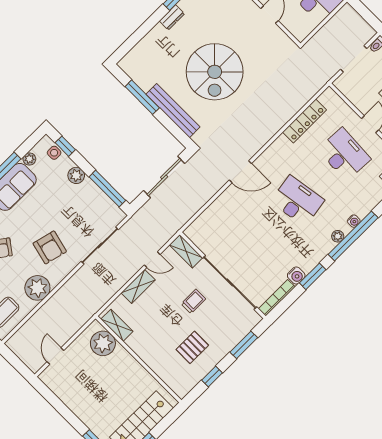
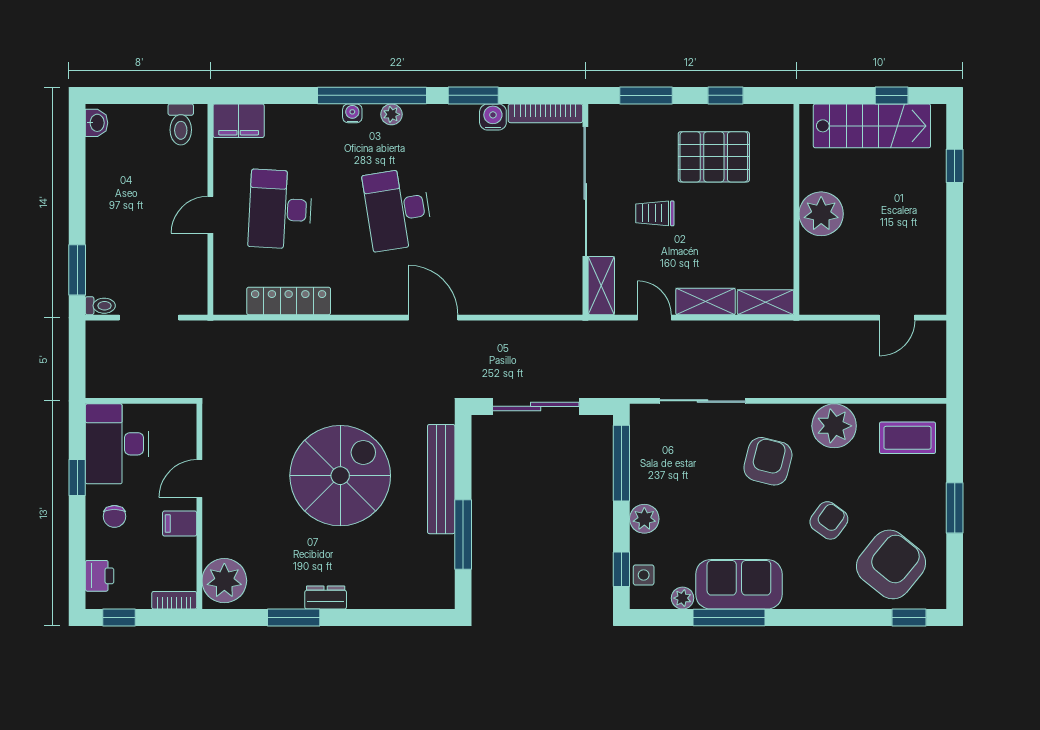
shelving: (117, 325) -> (766, 302), moved, turned 90
plant: (103, 343) -> (821, 214), moved
pallet: (192, 347) -> (714, 157), width x1.50, depth x1.42

